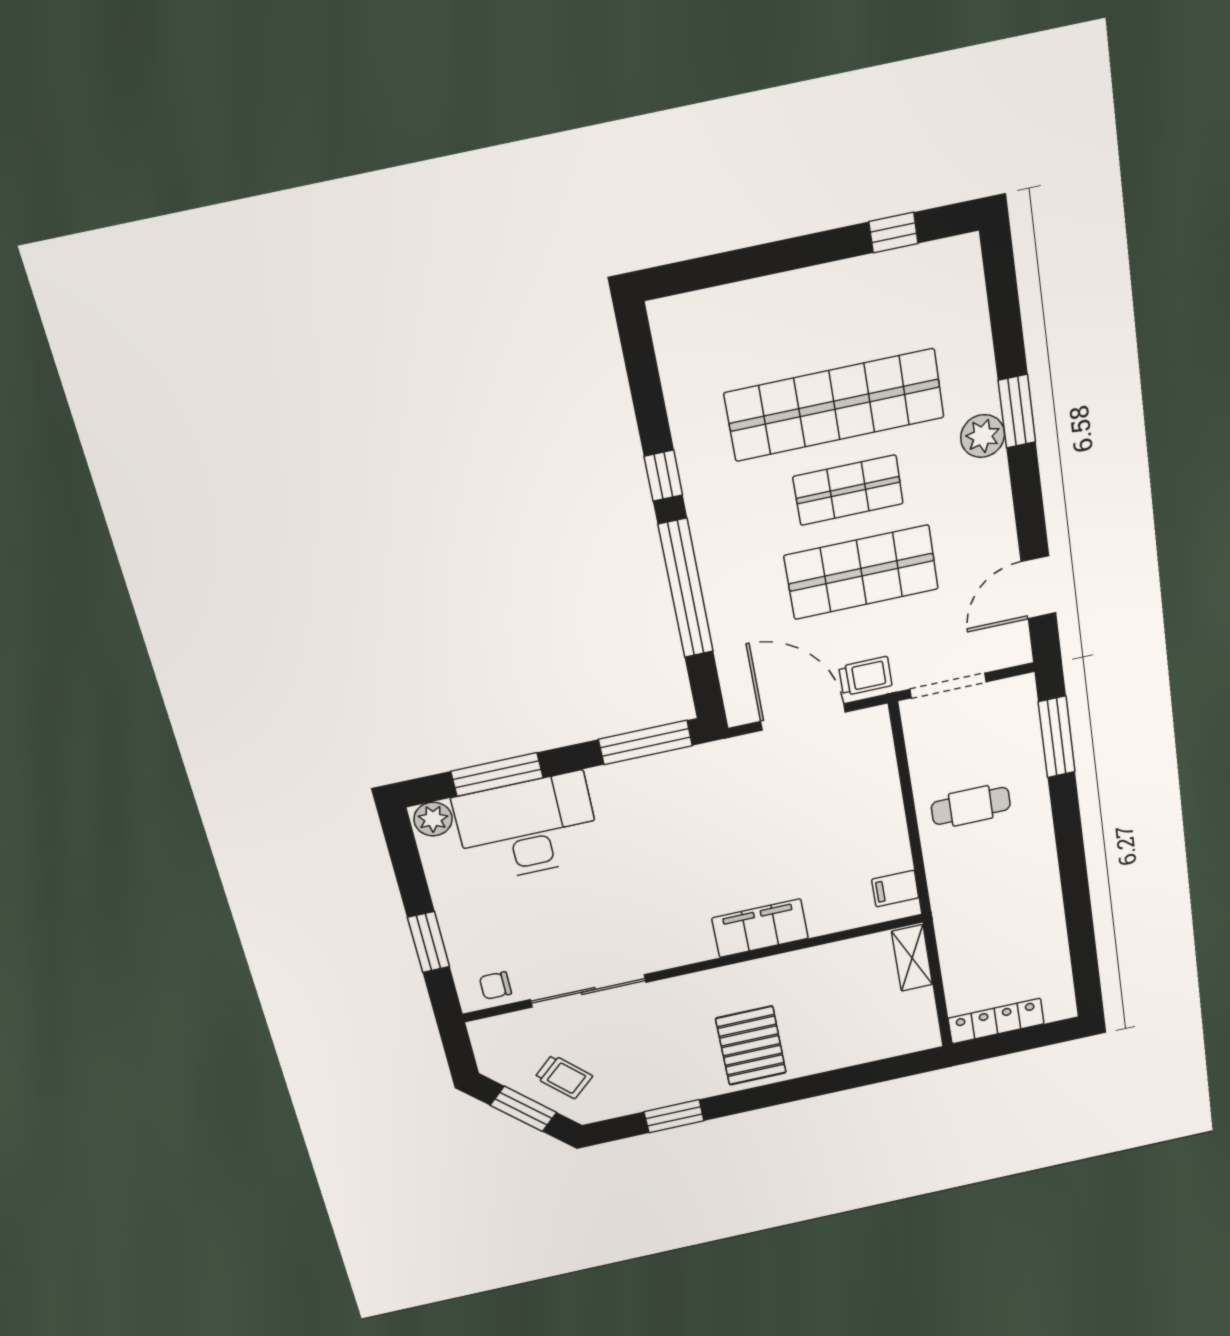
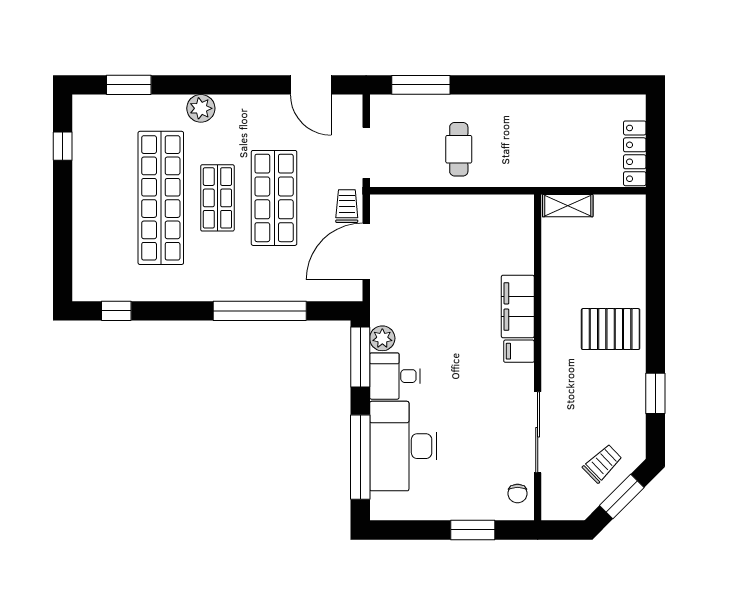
window: (1017, 411) -> (129, 85), moved
window: (663, 476) -> (116, 311), moved
window: (497, 774) -> (360, 457), width x1.46
desk: (627, 794) -> (395, 376), added
plant: (433, 819) -> (382, 338), moved
filing cabinet: (895, 889) -> (519, 351), moved, turned 90

